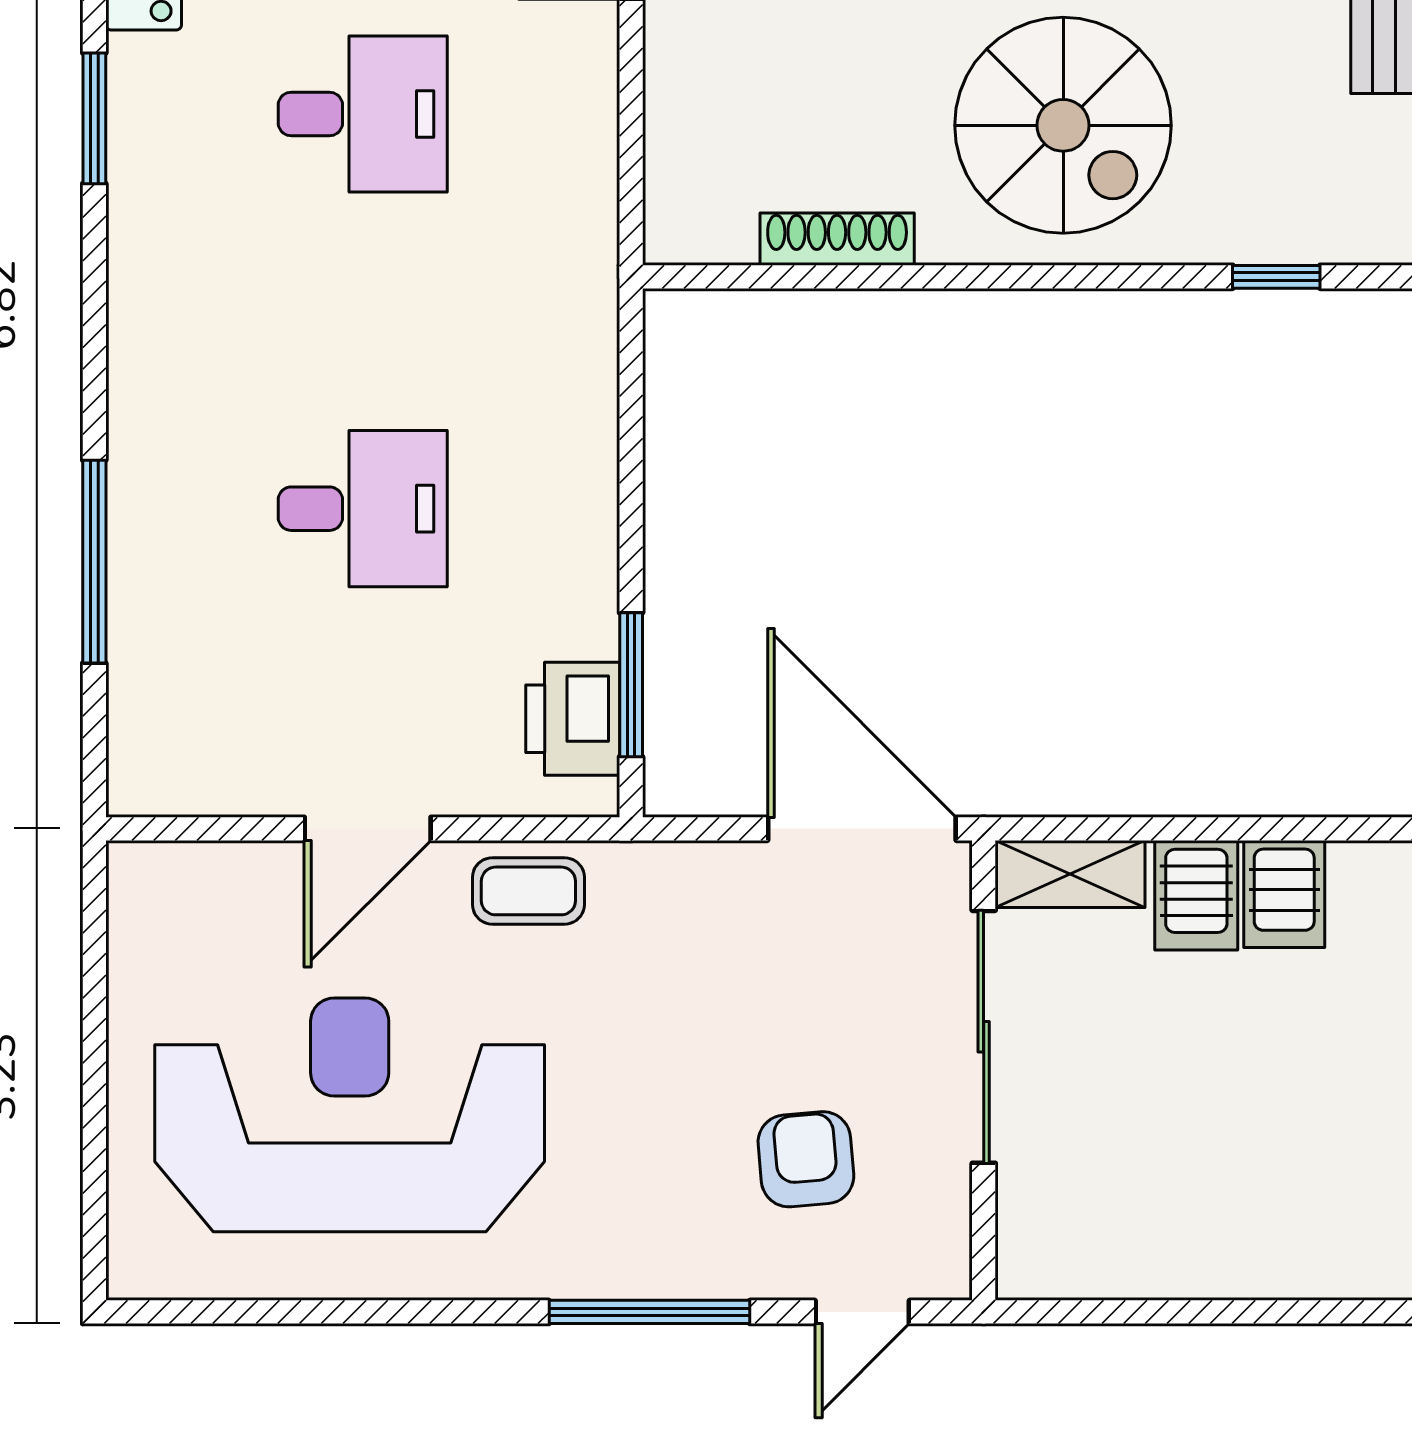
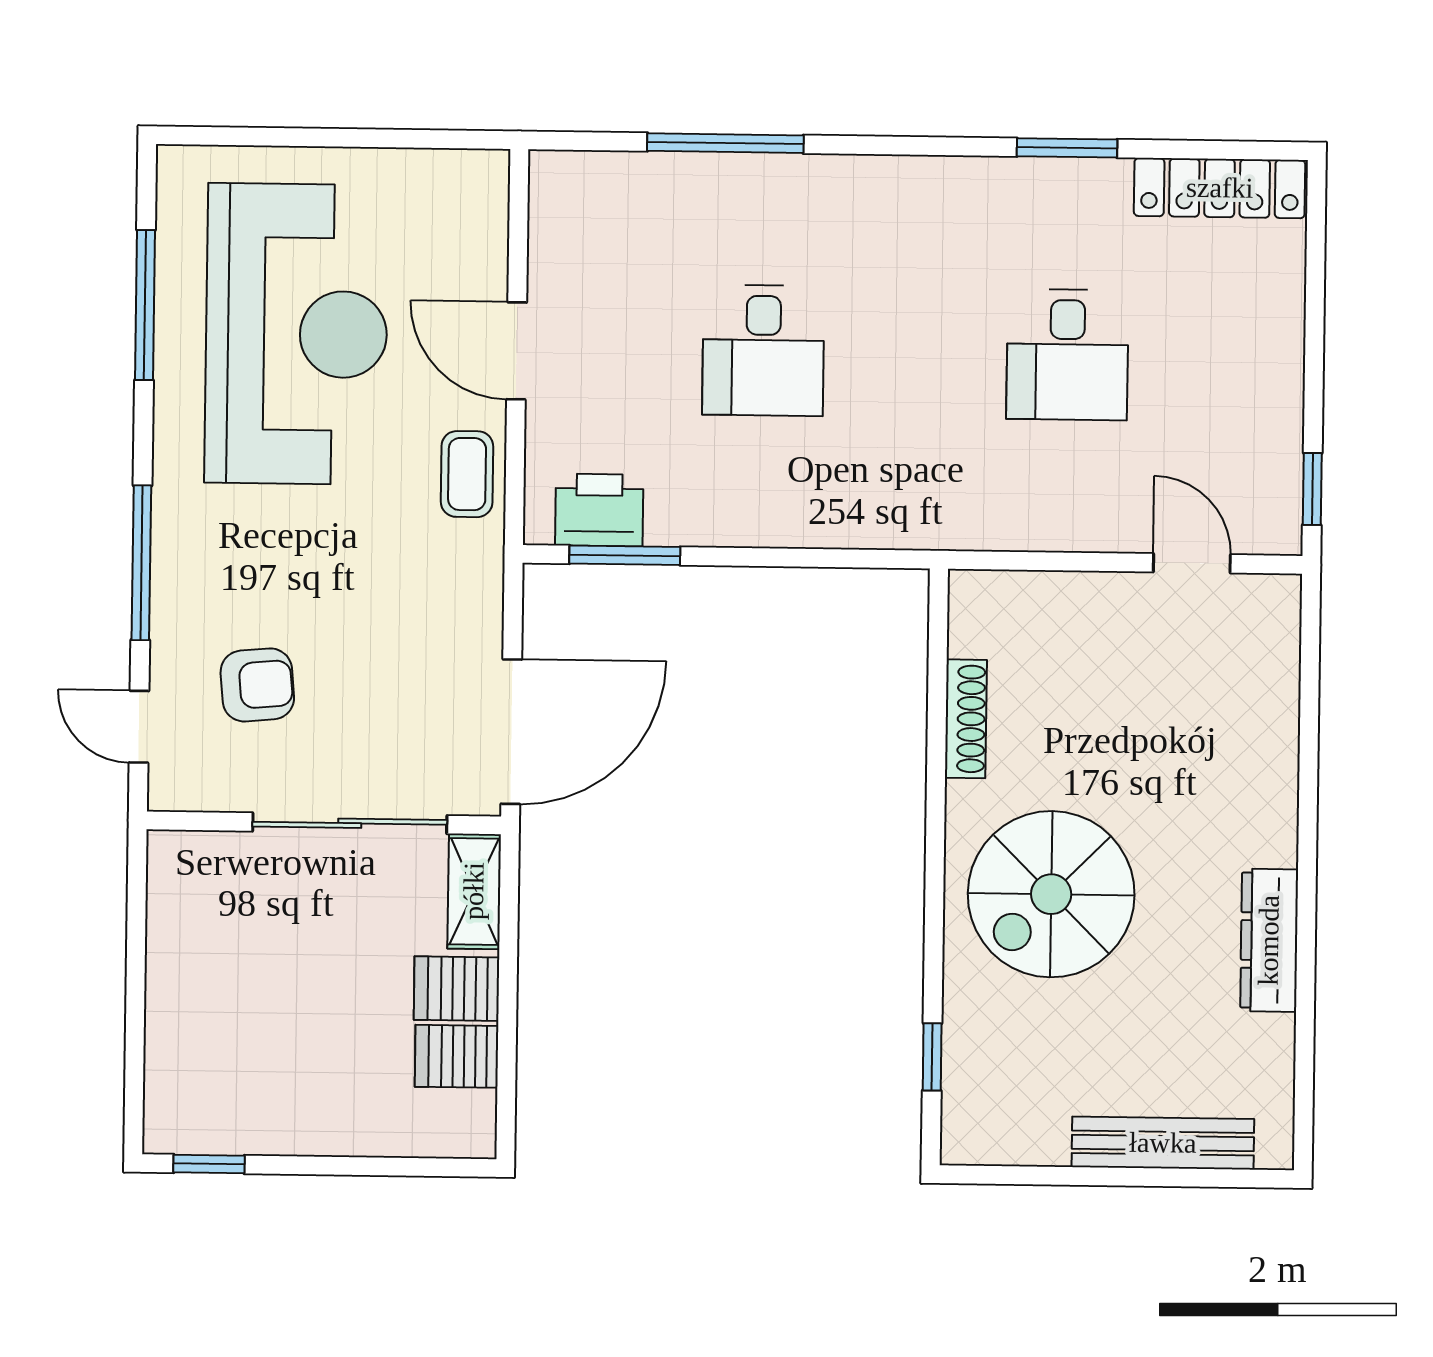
window: (315, 1312) -> (145, 305), added

